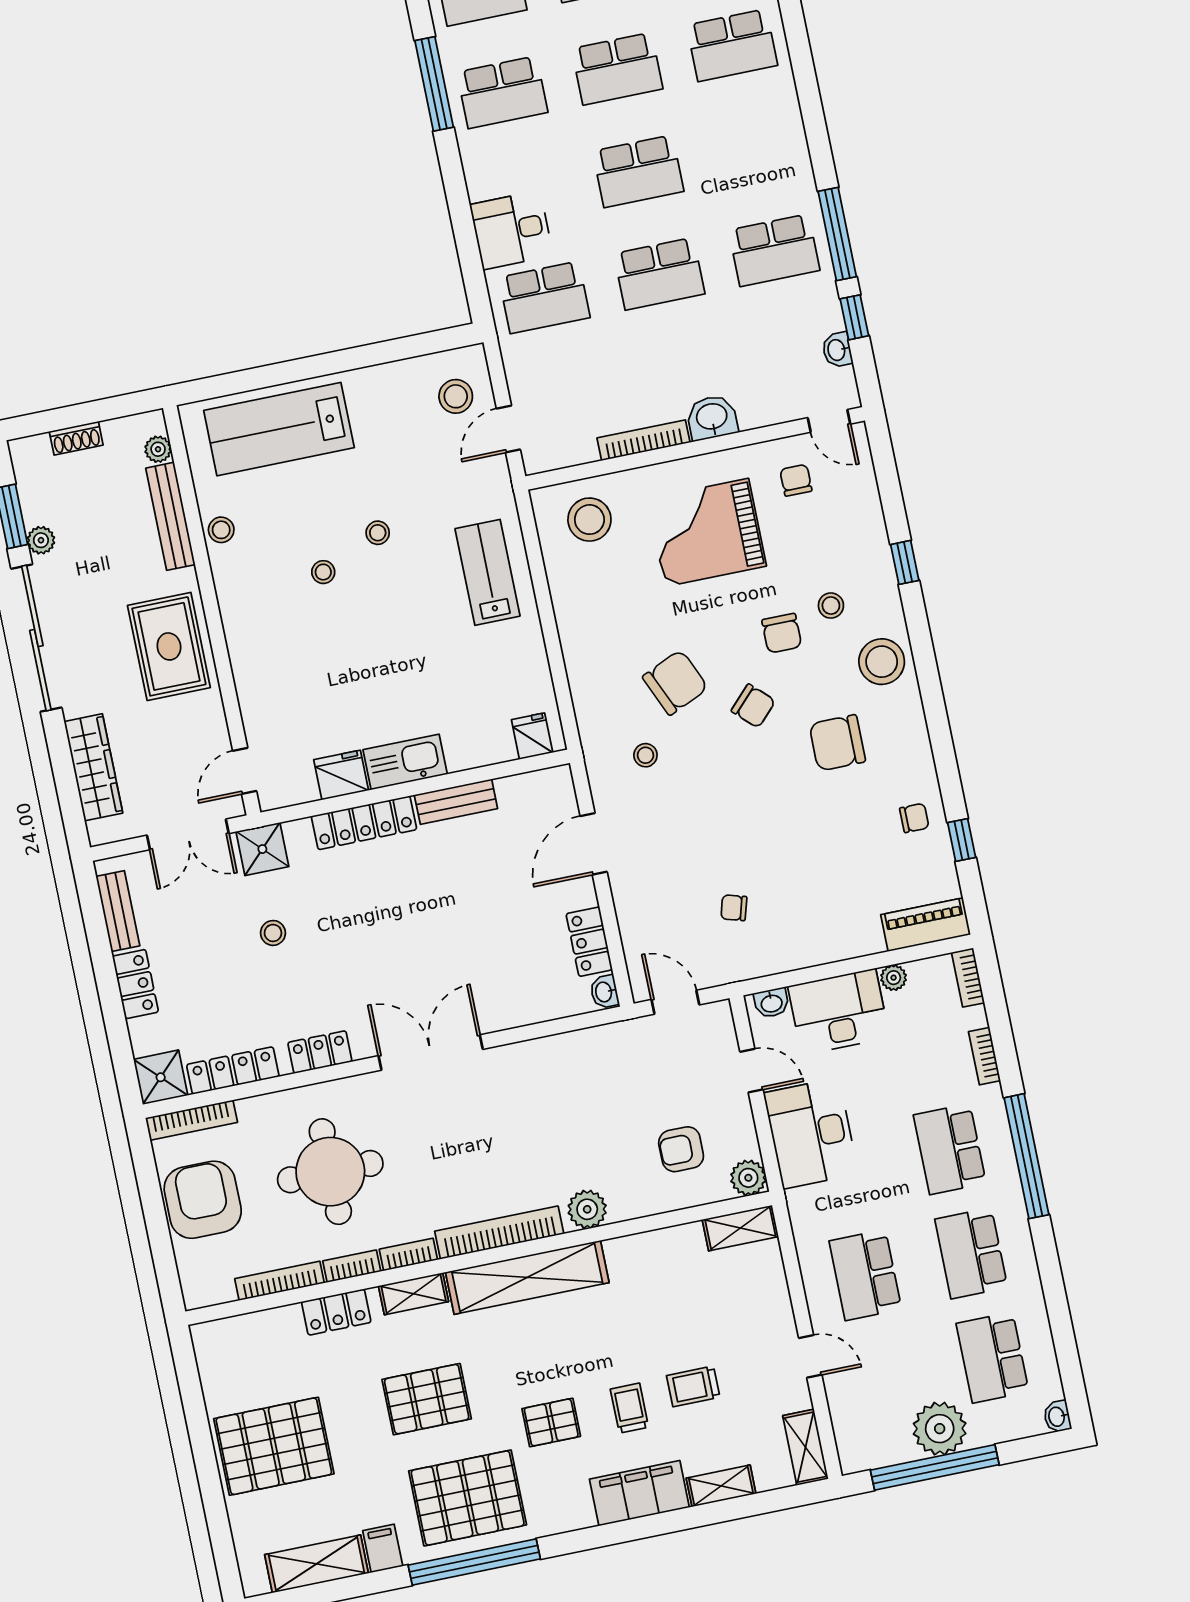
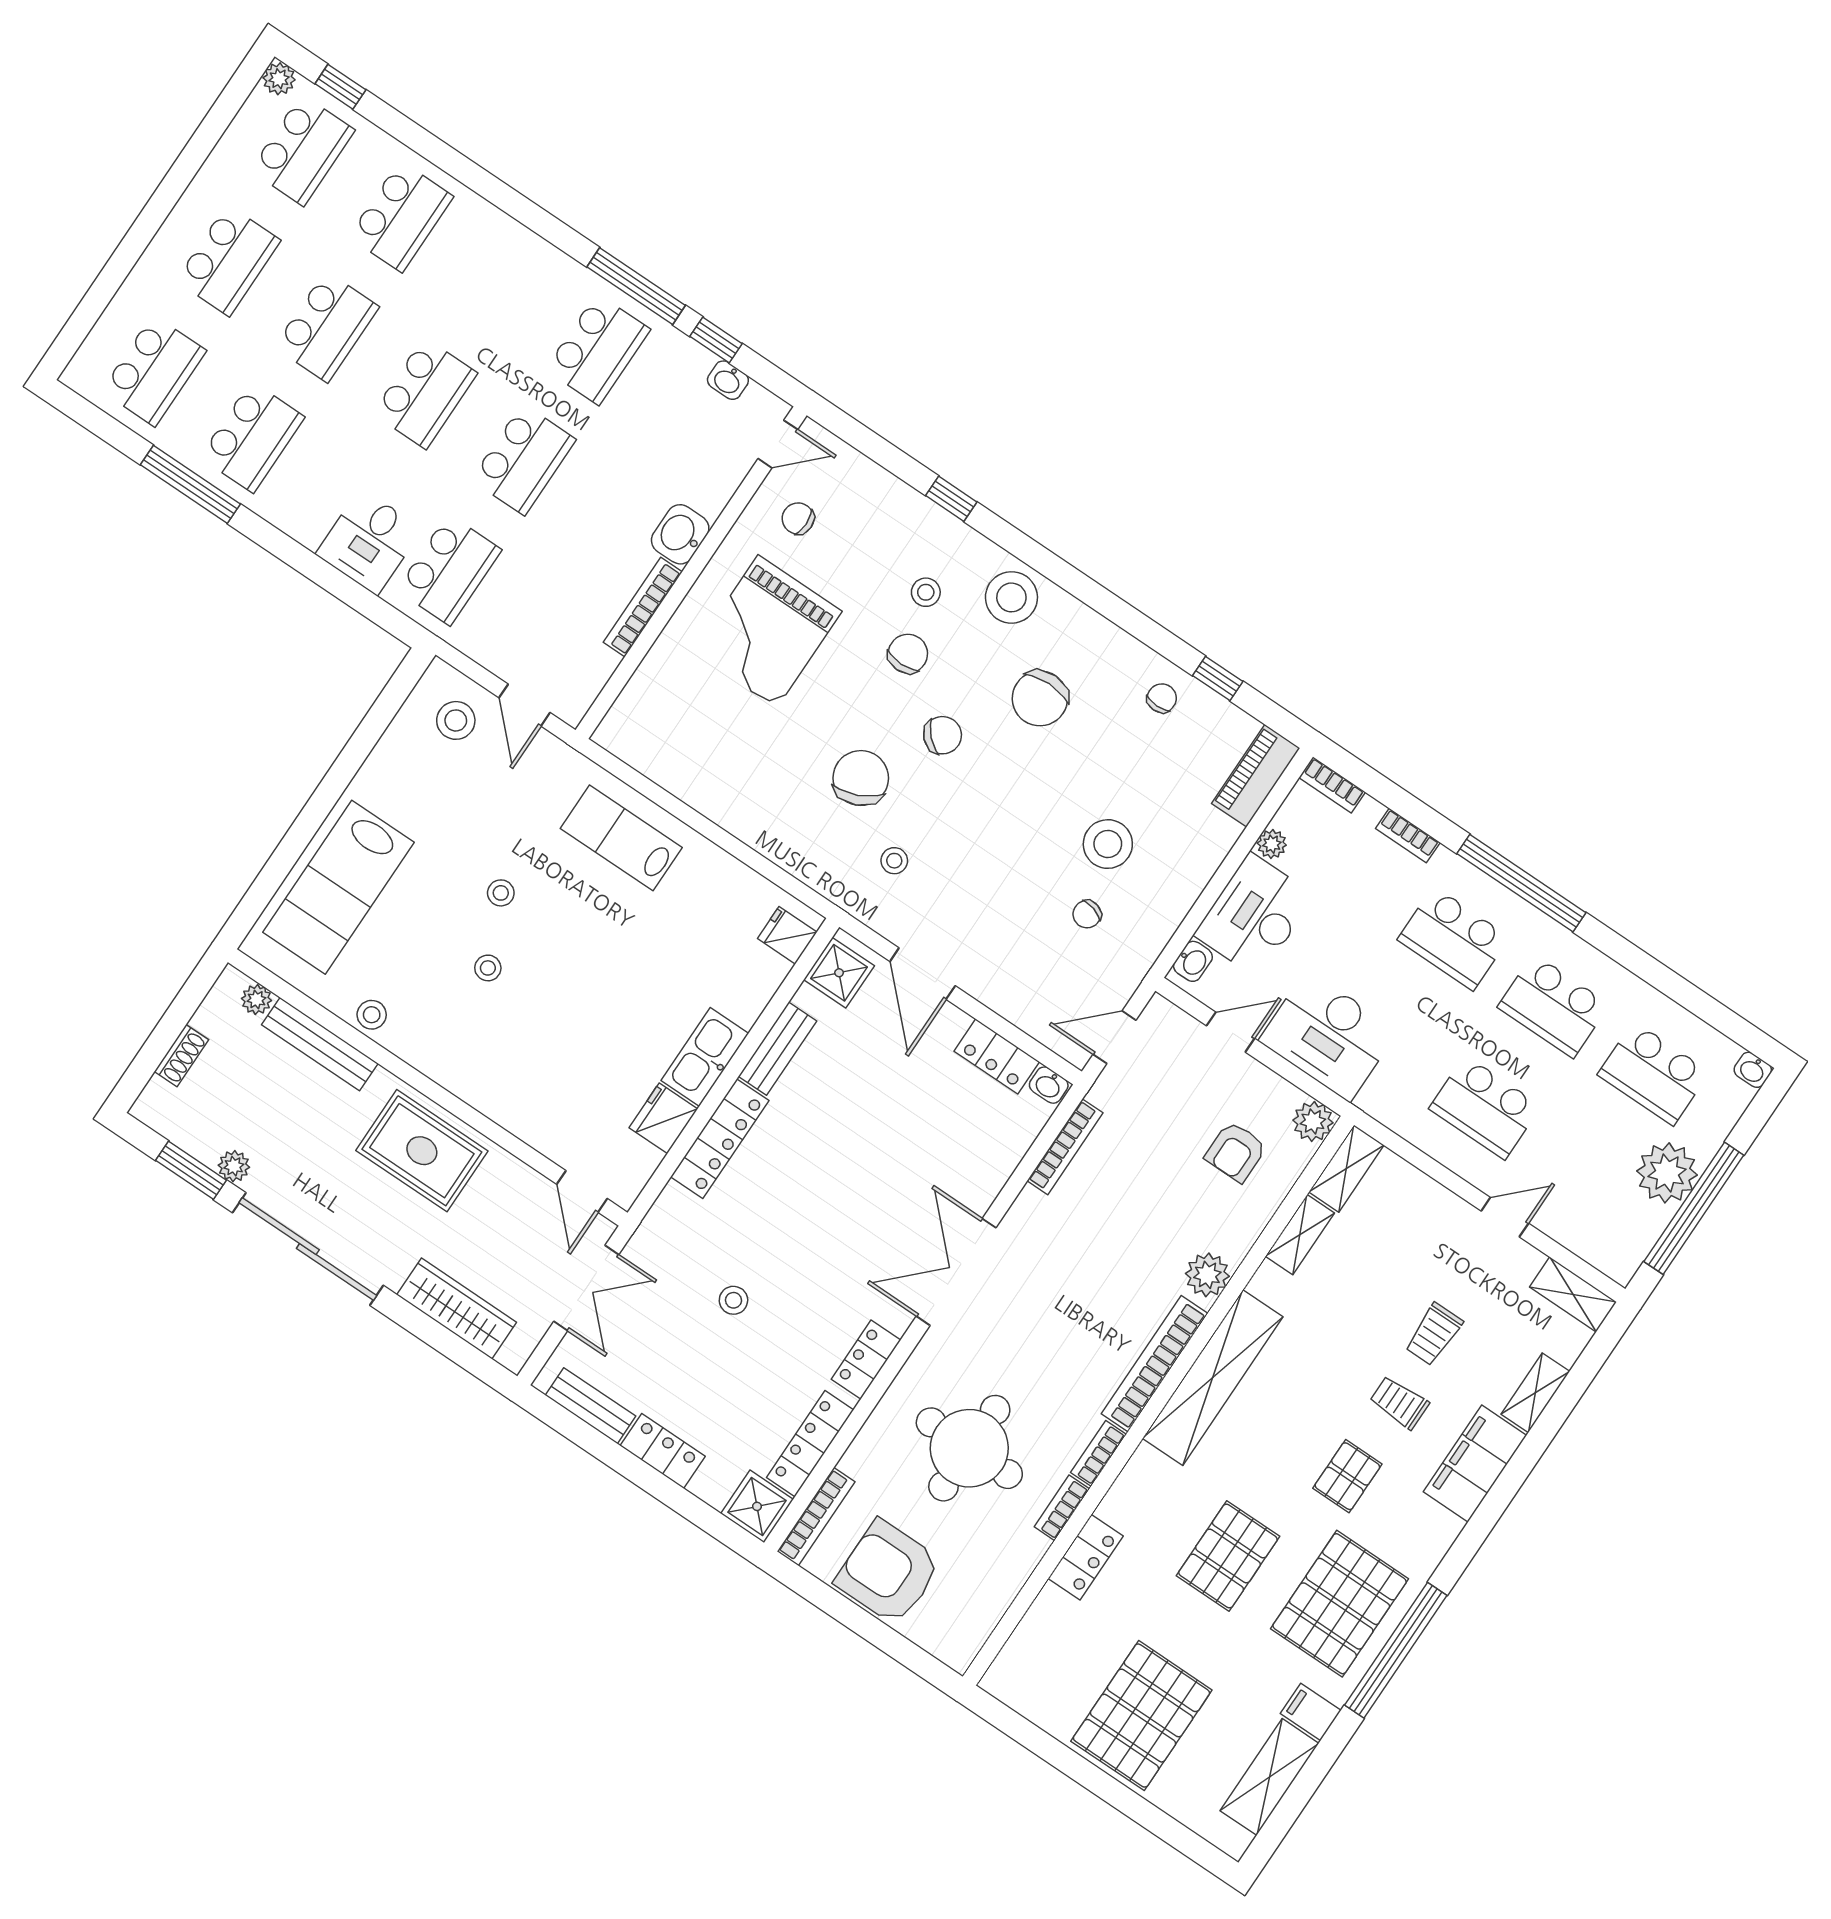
stool: (589, 520) -> (1108, 844), moved
chair: (782, 633) -> (908, 654), turned -90
shower: (262, 849) -> (839, 973), moved
bookcase: (280, 1281) -> (1065, 1147), moved, turned 180
shelving: (414, 1294) -> (1300, 1235), moved

